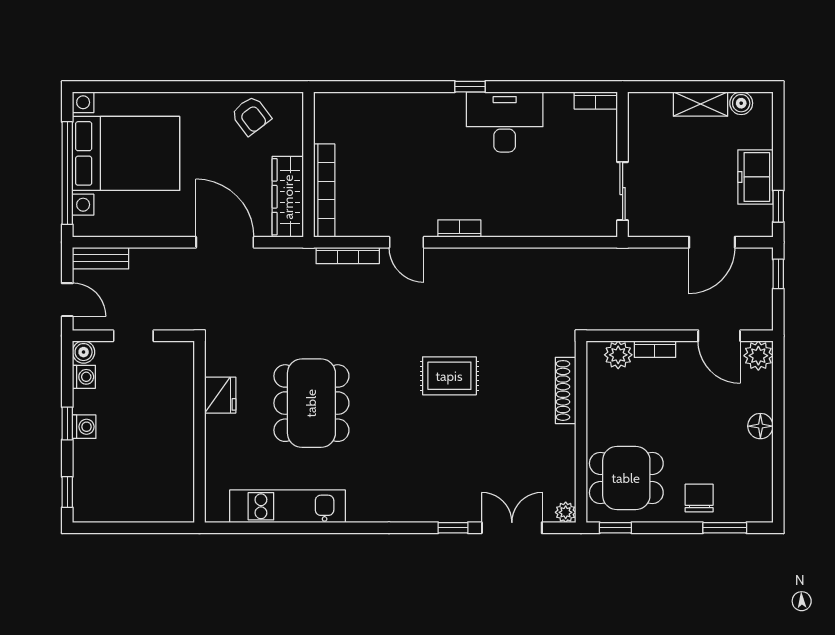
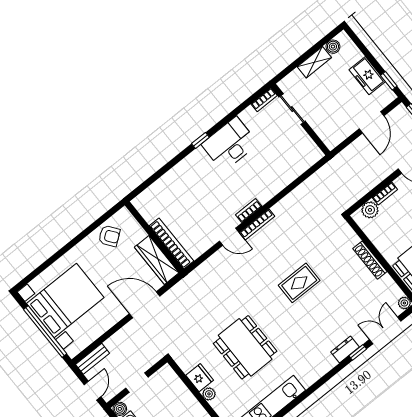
sliding door: (623, 191) -> (292, 109), moved
bookcase: (348, 256) -> (257, 224), moved
door: (67, 300) -> (93, 391), hinge flipped
shoe rack: (566, 390) -> (370, 260), moved
plant: (215, 426) -> (209, 394), added
dresser: (439, 511) -> (345, 349), added

